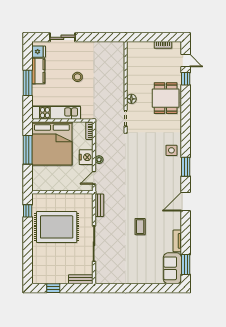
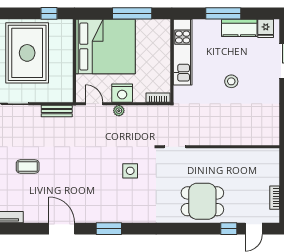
floor lamp: (131, 99) -> (201, 155), removed
bed: (52, 143) -> (106, 47), moved, turned 180
side table: (171, 150) -> (130, 171), moved

